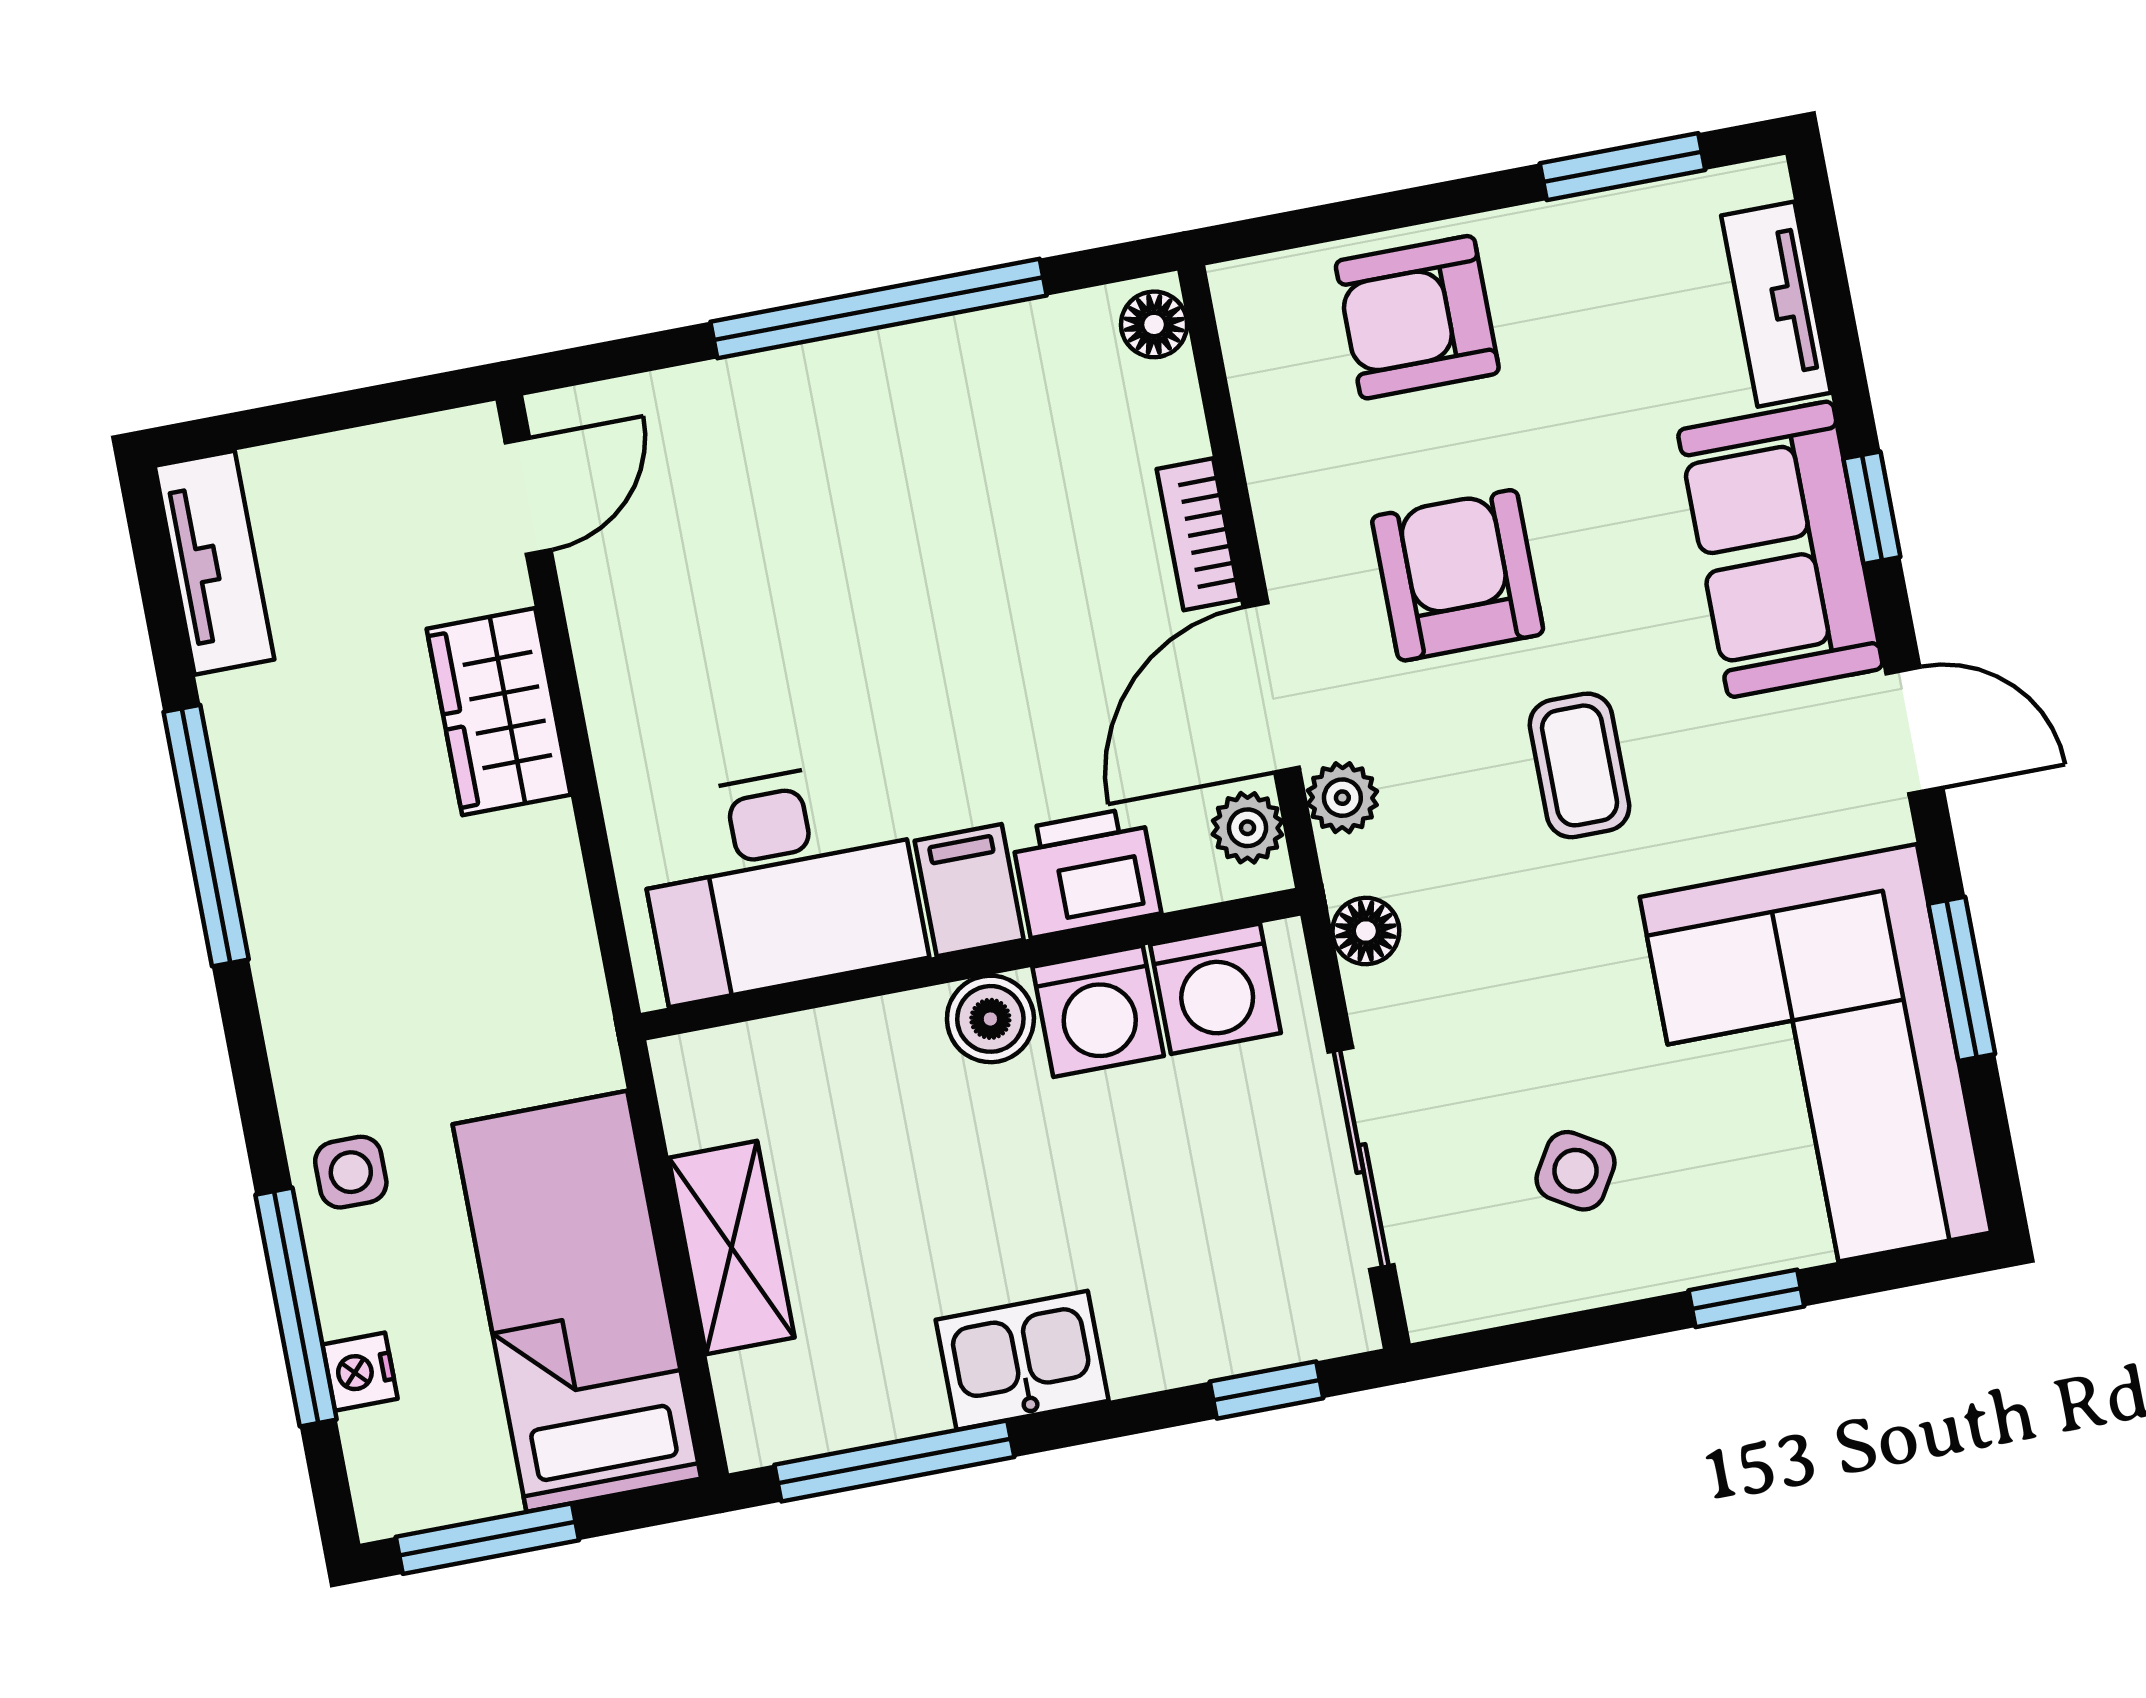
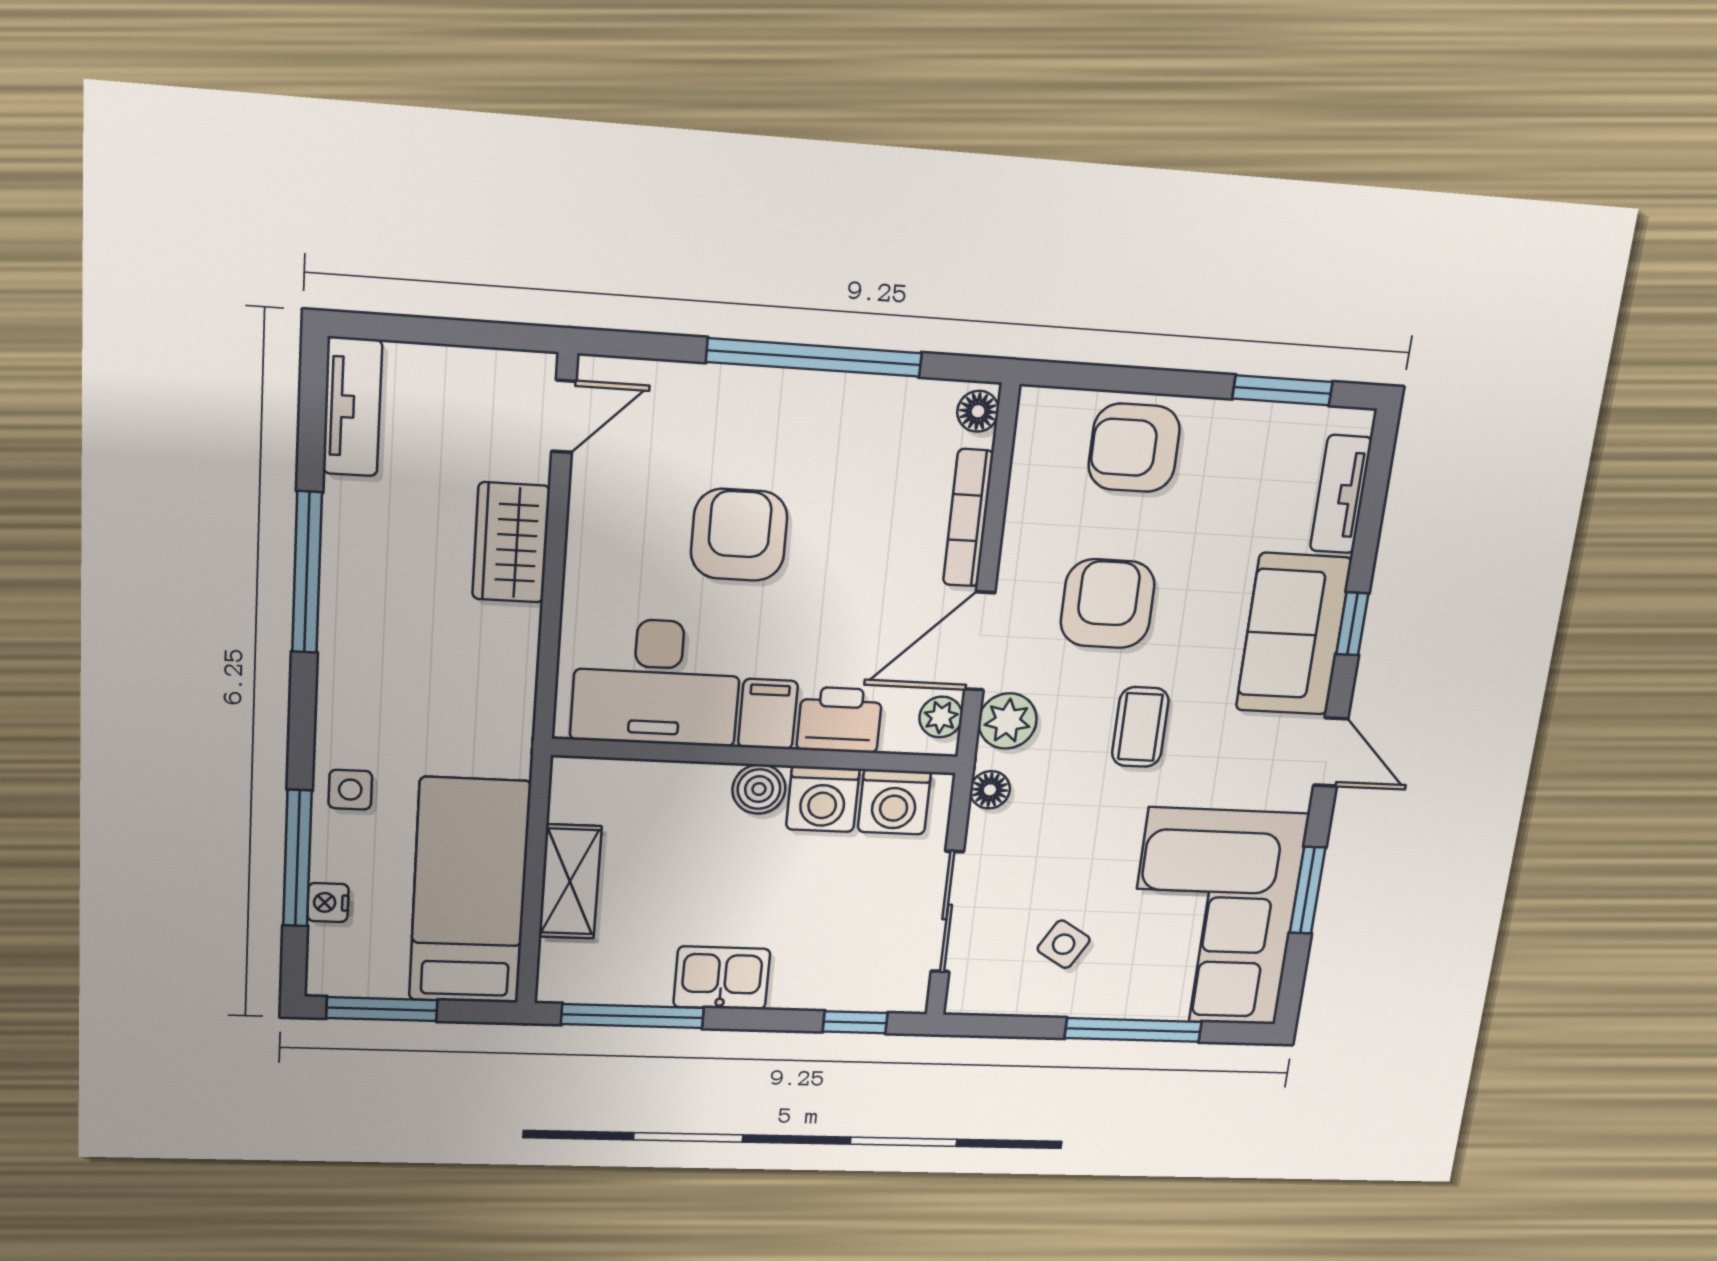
bookcase: (1198, 534) -> (968, 518), width x1.56
armchair: (842, 612) -> (739, 535), added
plant: (1342, 798) -> (1008, 721), width x1.38, depth x1.38
window: (1746, 1298) -> (1133, 1030), width x2.17

